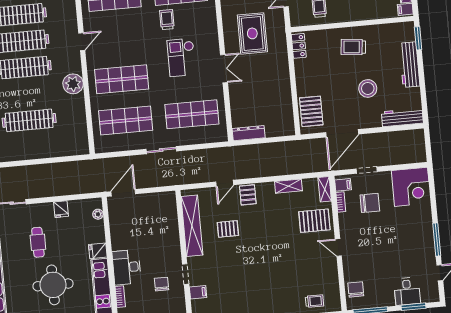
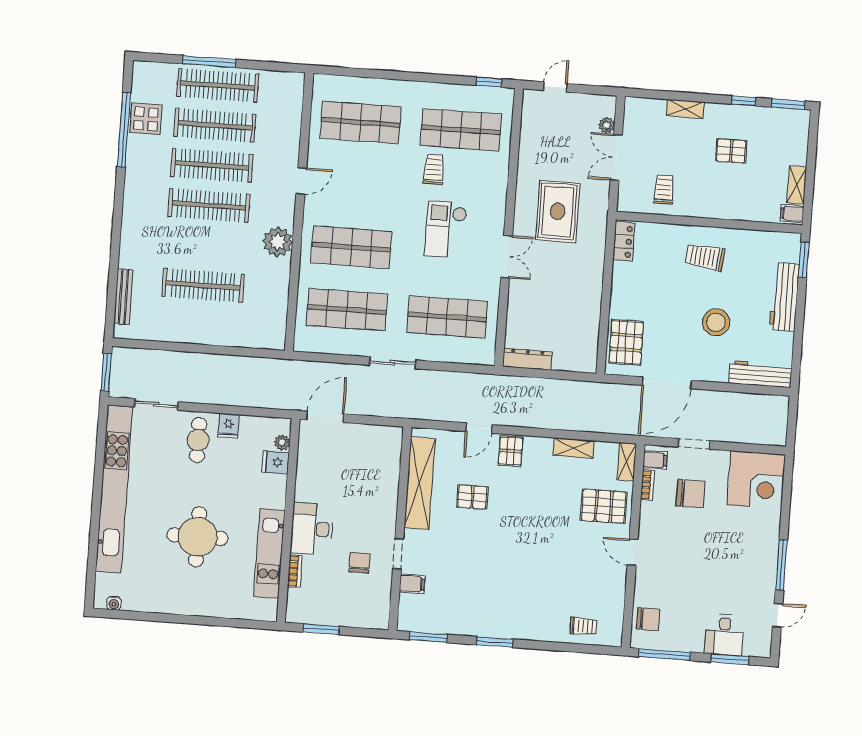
cafe table: (38, 242) -> (198, 440), moved
fridge: (98, 251) -> (276, 462), moved
chair: (356, 289) -> (648, 619), turned 90

